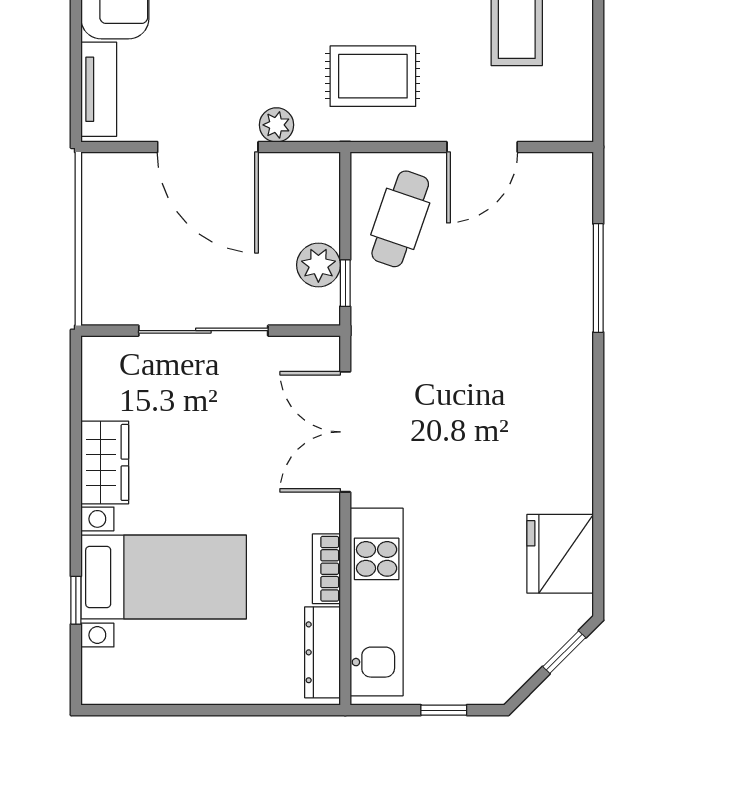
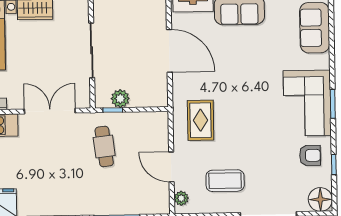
plant: (276, 125) -> (181, 198), moved
door: (208, 147) -> (169, 51), swing flipped
cafe table: (400, 219) -> (104, 146), moved, turned 64

